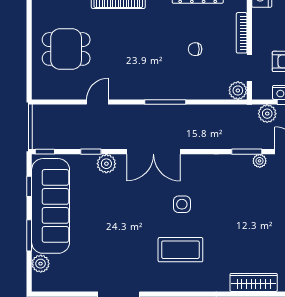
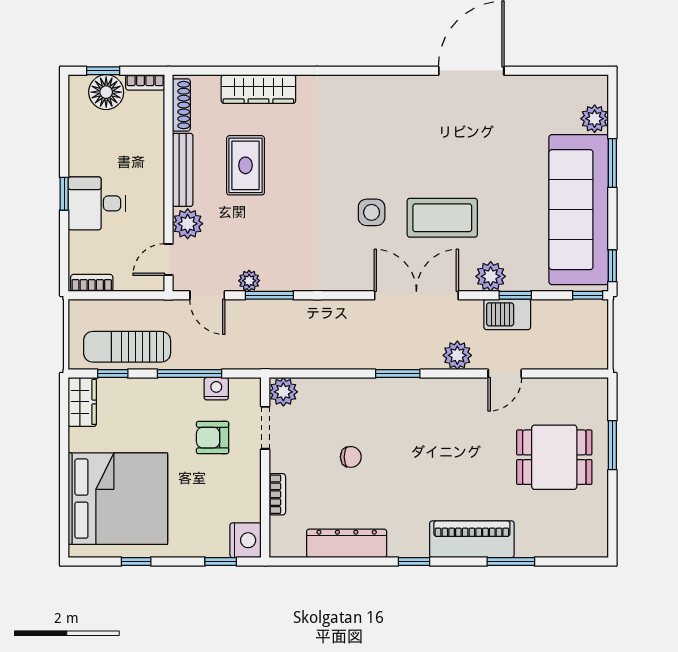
bookcase: (242, 33) -> (277, 494), width x0.64
window: (29, 57) -> (612, 445), added
window: (165, 102) -> (398, 374), width x0.69
plant: (267, 114) -> (457, 355), moved
barbecue: (96, 140) -> (507, 314), added
window: (29, 186) -> (612, 266), moved
rug: (262, 234) -> (245, 165), added
coffee table: (180, 250) -> (442, 218), moved

